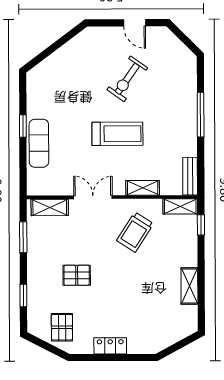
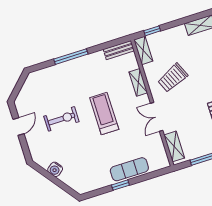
water cooler: (68, 52) -> (55, 169), added
exercise bike: (127, 79) -> (61, 119), turned -35
trolley: (135, 232) -> (173, 78), turned 123

